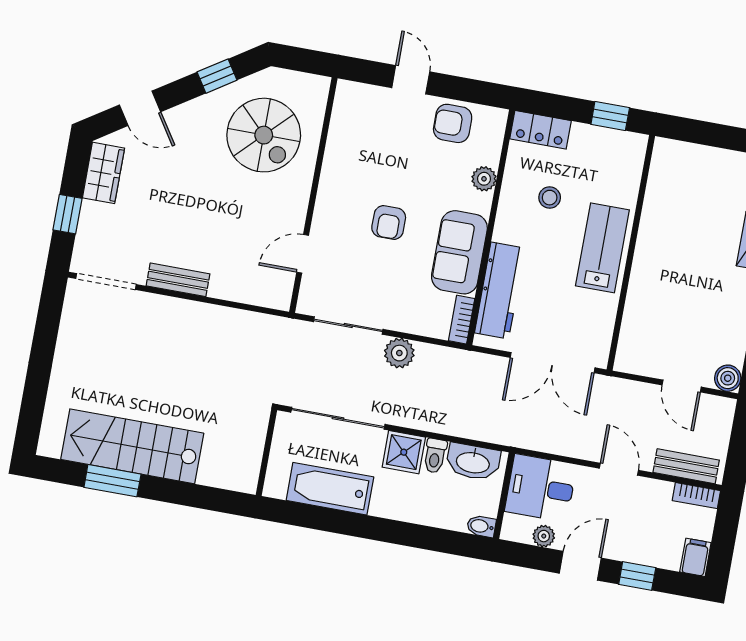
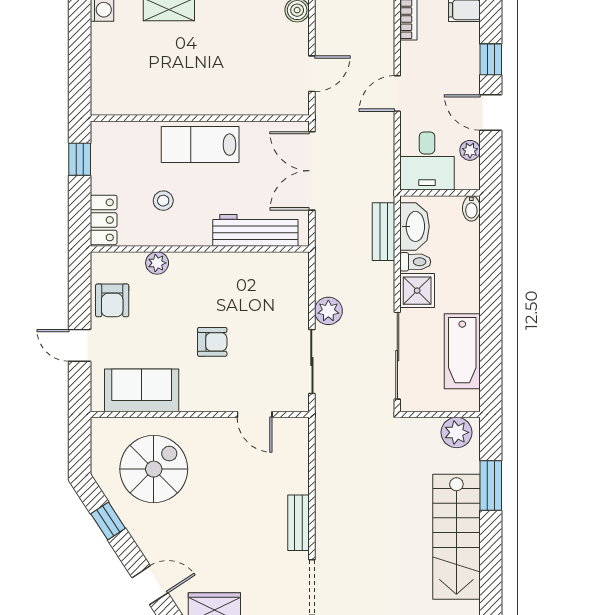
door: (411, 80) -> (80, 345), hinge flipped
door: (140, 108) -> (150, 585), hinge flipped
sofa: (459, 252) -> (142, 390), moved, turned 180
bookcase: (462, 320) -> (288, 260), removed
double door: (553, 363) -> (312, 171), swing flipped
door: (682, 386) -> (312, 74), moved
bench: (686, 466) -> (384, 232), moved
plant: (244, 467) -> (457, 432), added
window: (112, 481) -> (491, 485), moved

